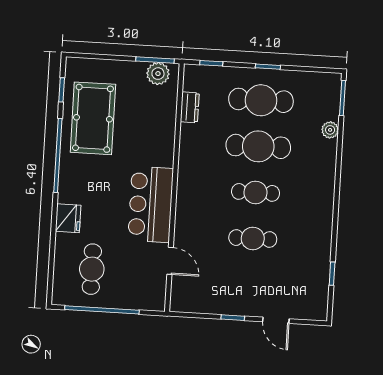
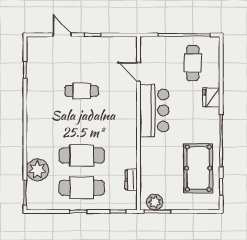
plant: (330, 130) -> (37, 170), width x1.87, depth x1.87
cafe table: (256, 192) -> (82, 123), removed

